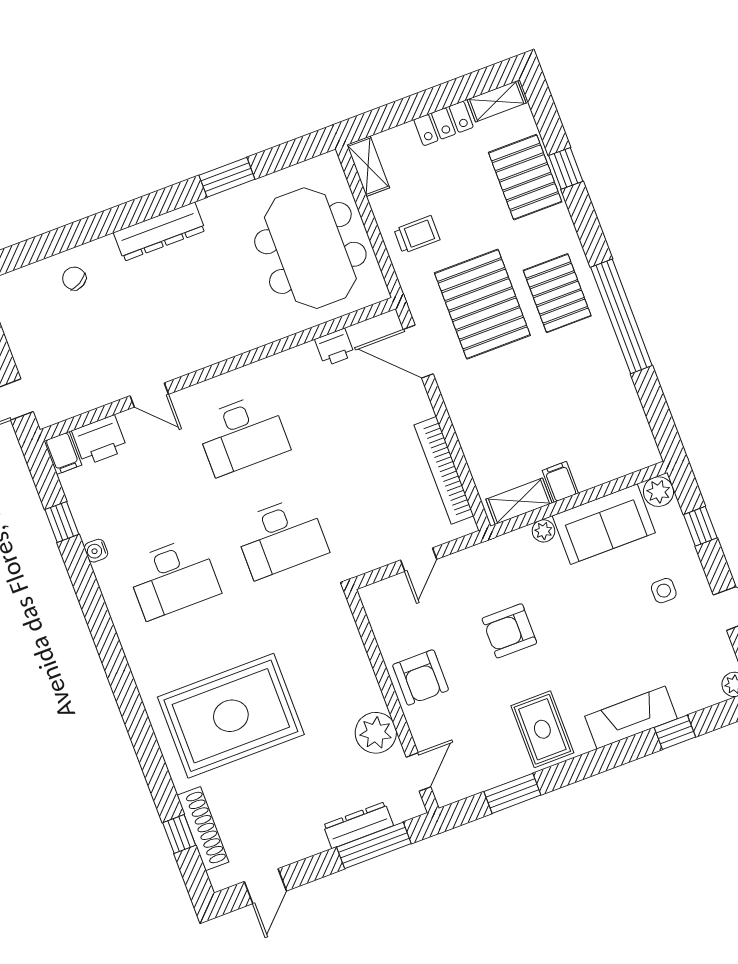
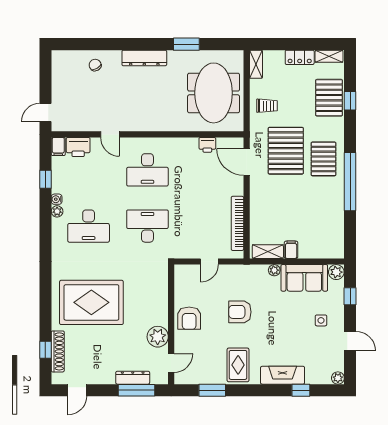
desk: (281, 537) -> (147, 226), turned 180
plant: (105, 573) -> (57, 211), added

